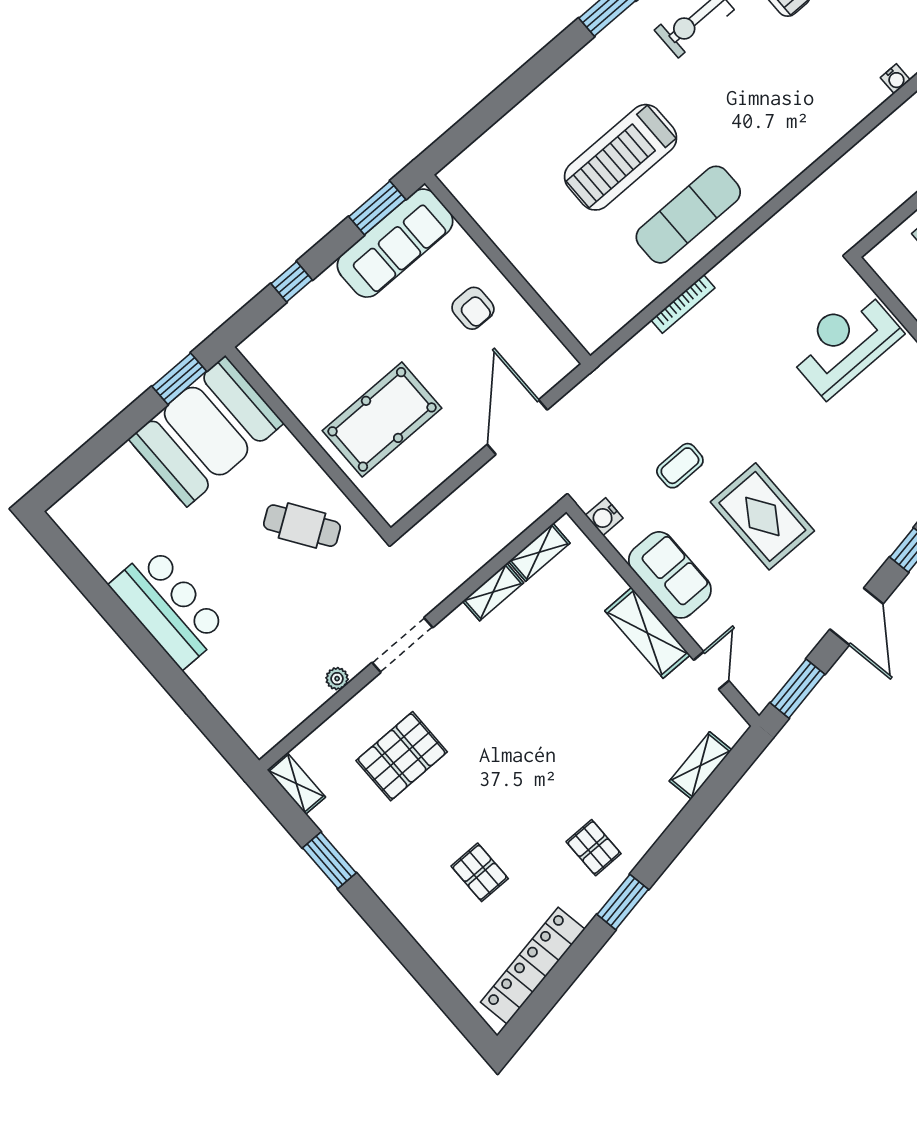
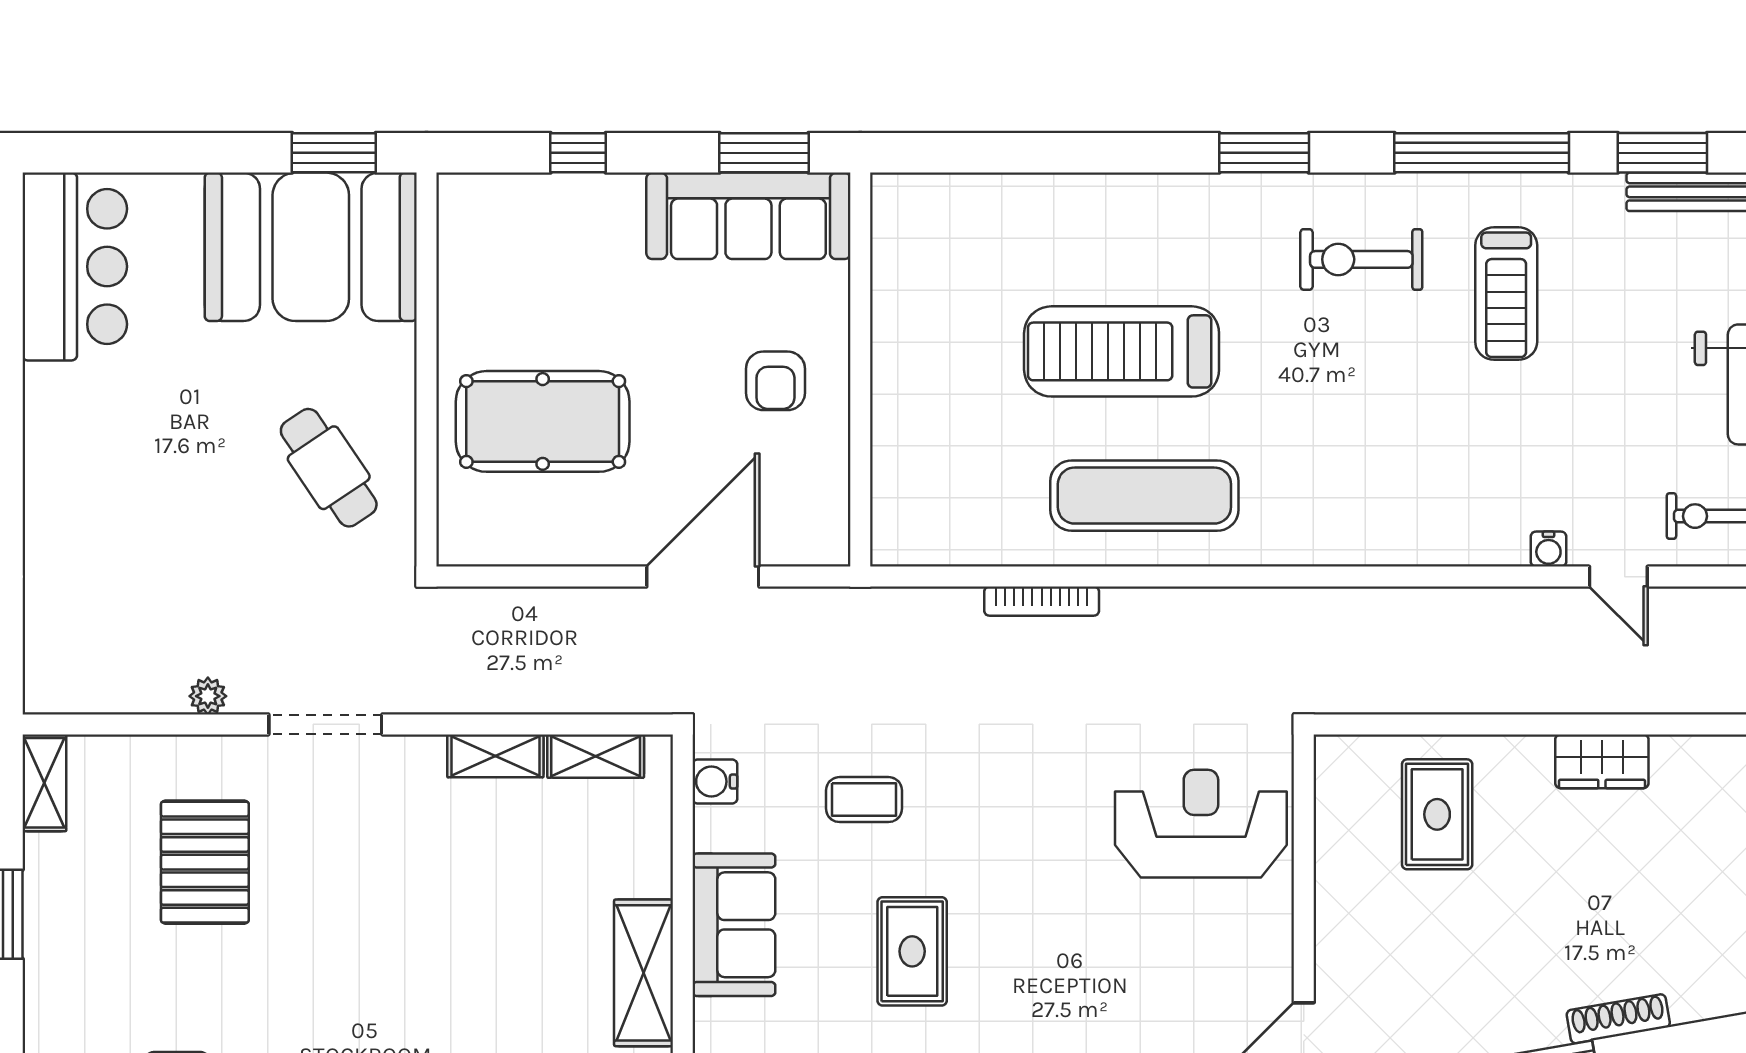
rug: (762, 516) -> (912, 951), width x0.73, depth x0.70
bar counter: (169, 607) -> (75, 267), moved
pallet: (402, 756) -> (205, 862), turned 90

